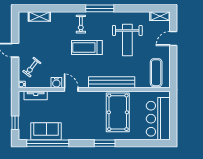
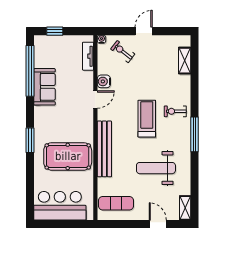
sofa: (46, 131) -> (45, 87), moved

